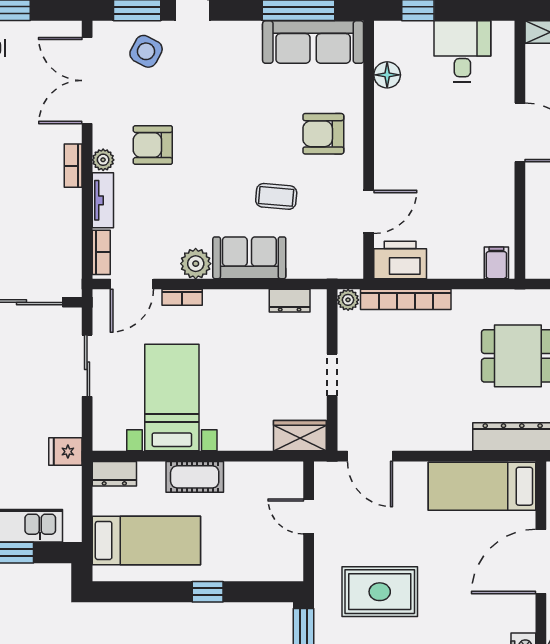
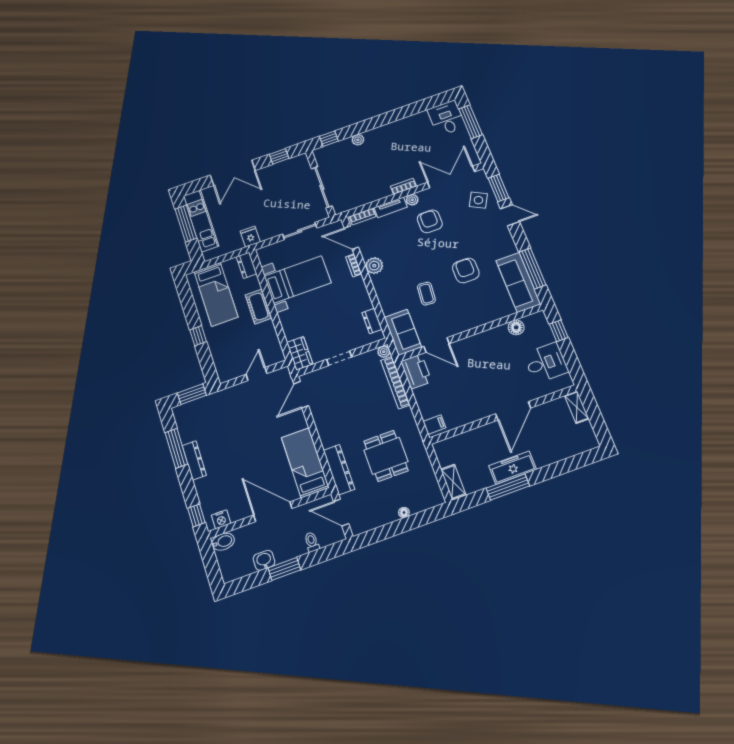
armchair: (323, 134) -> (466, 270), moved
sofa: (249, 258) -> (403, 332), moved
rug: (380, 592) -> (227, 427), removed

